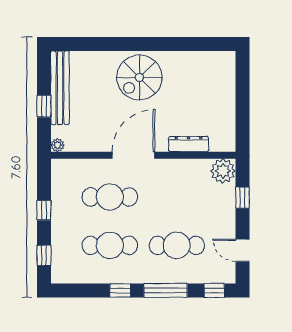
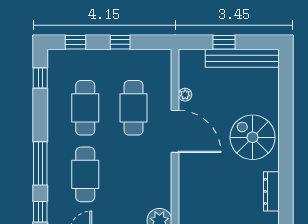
dresser: (189, 144) -> (271, 191), moved, turned 180
plant: (57, 145) -> (185, 95), moved
window: (120, 290) -> (40, 78), moved

